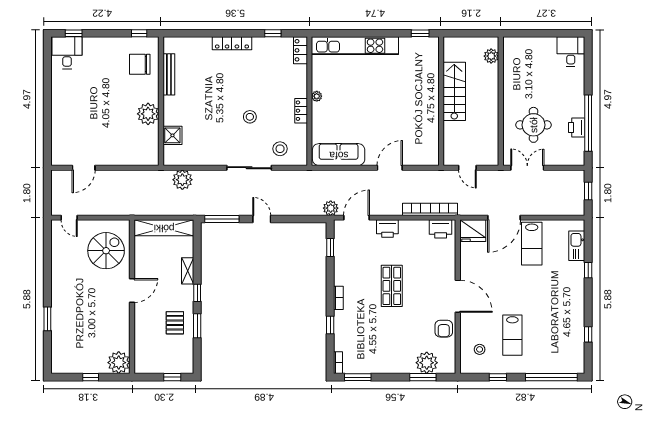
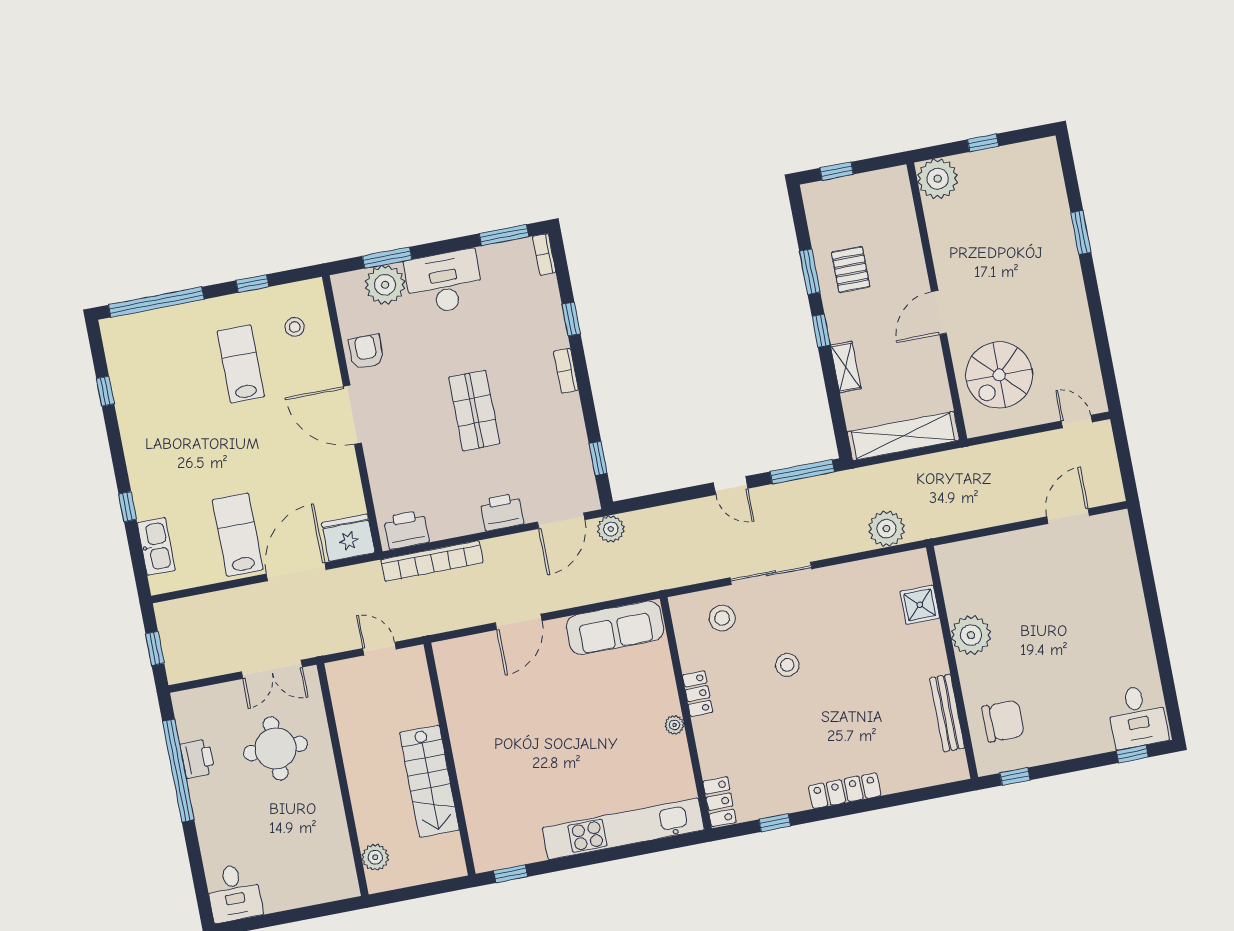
desk: (395, 358) -> (444, 282), added

